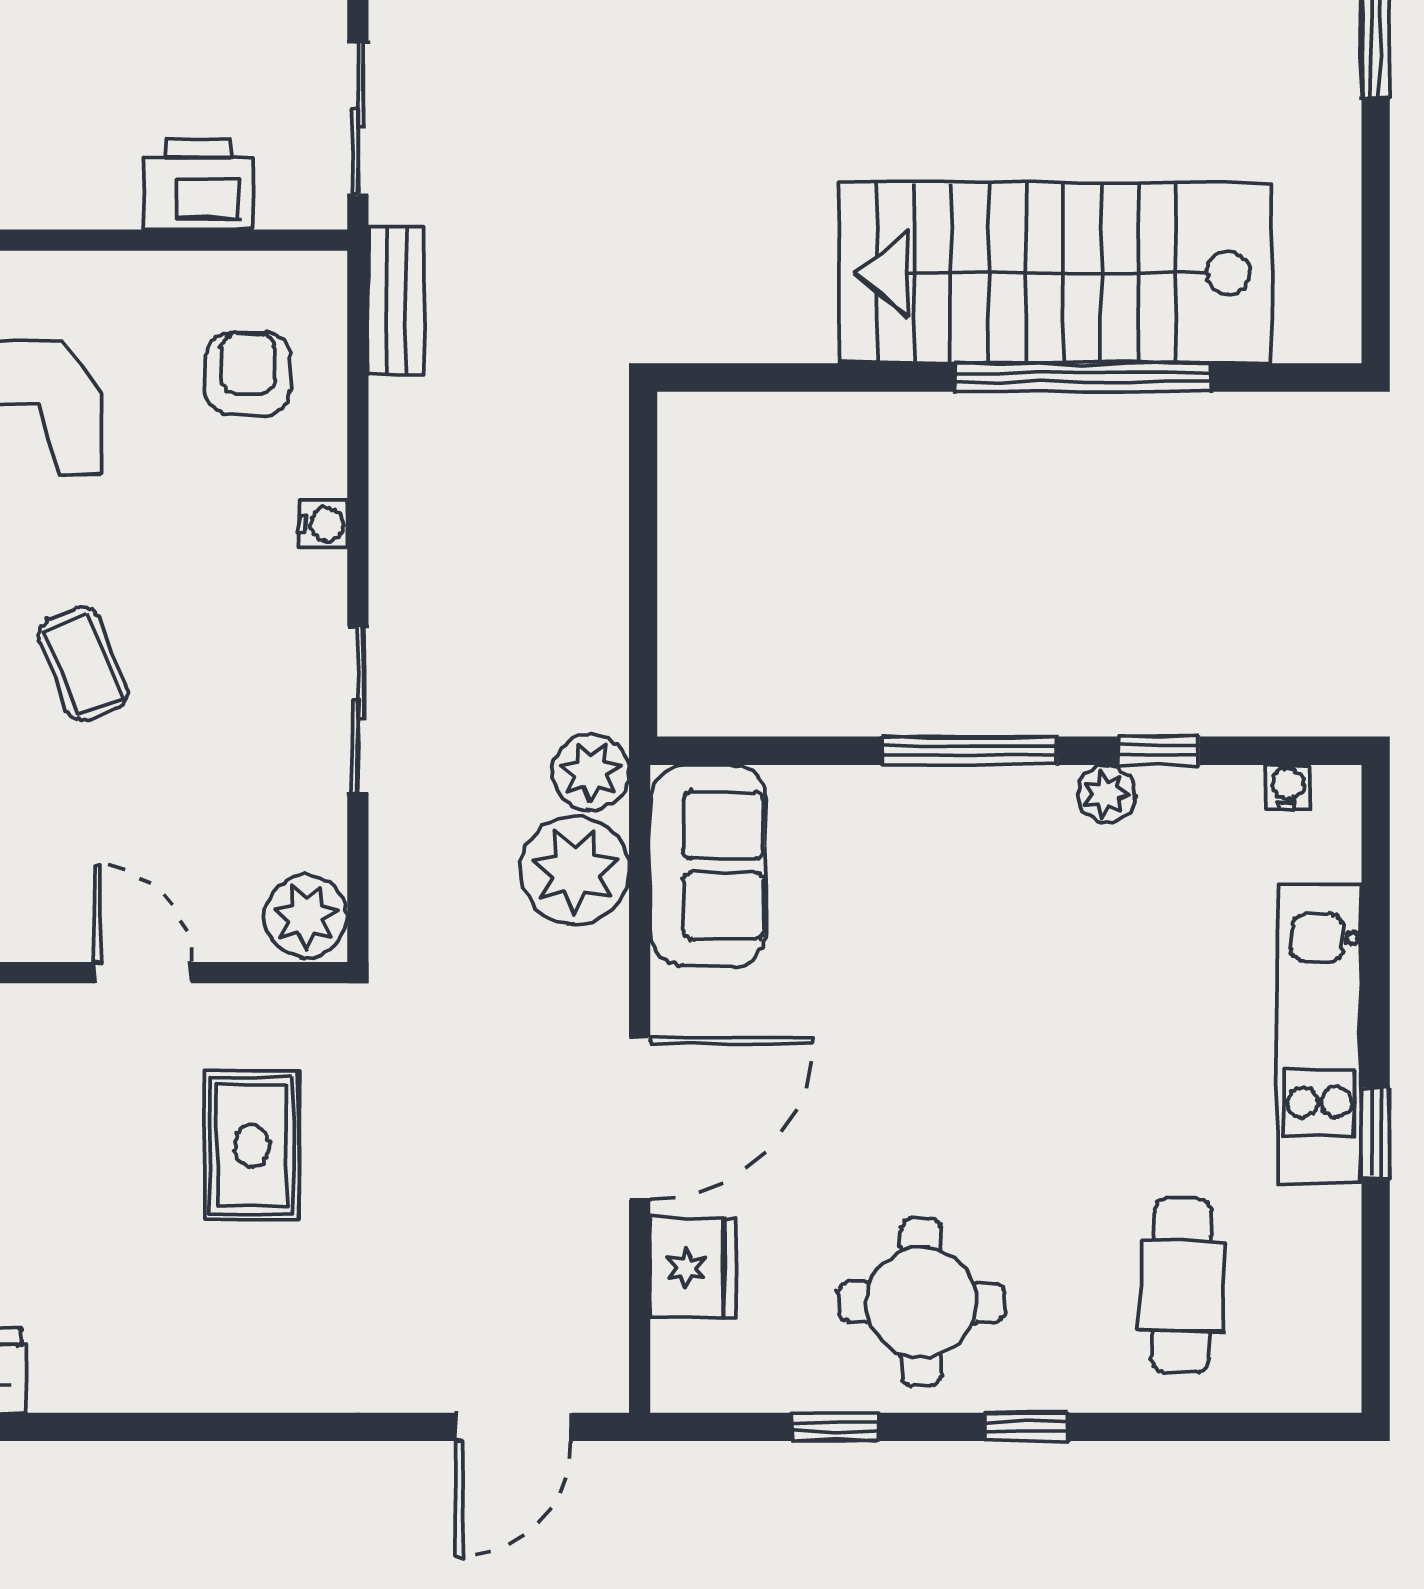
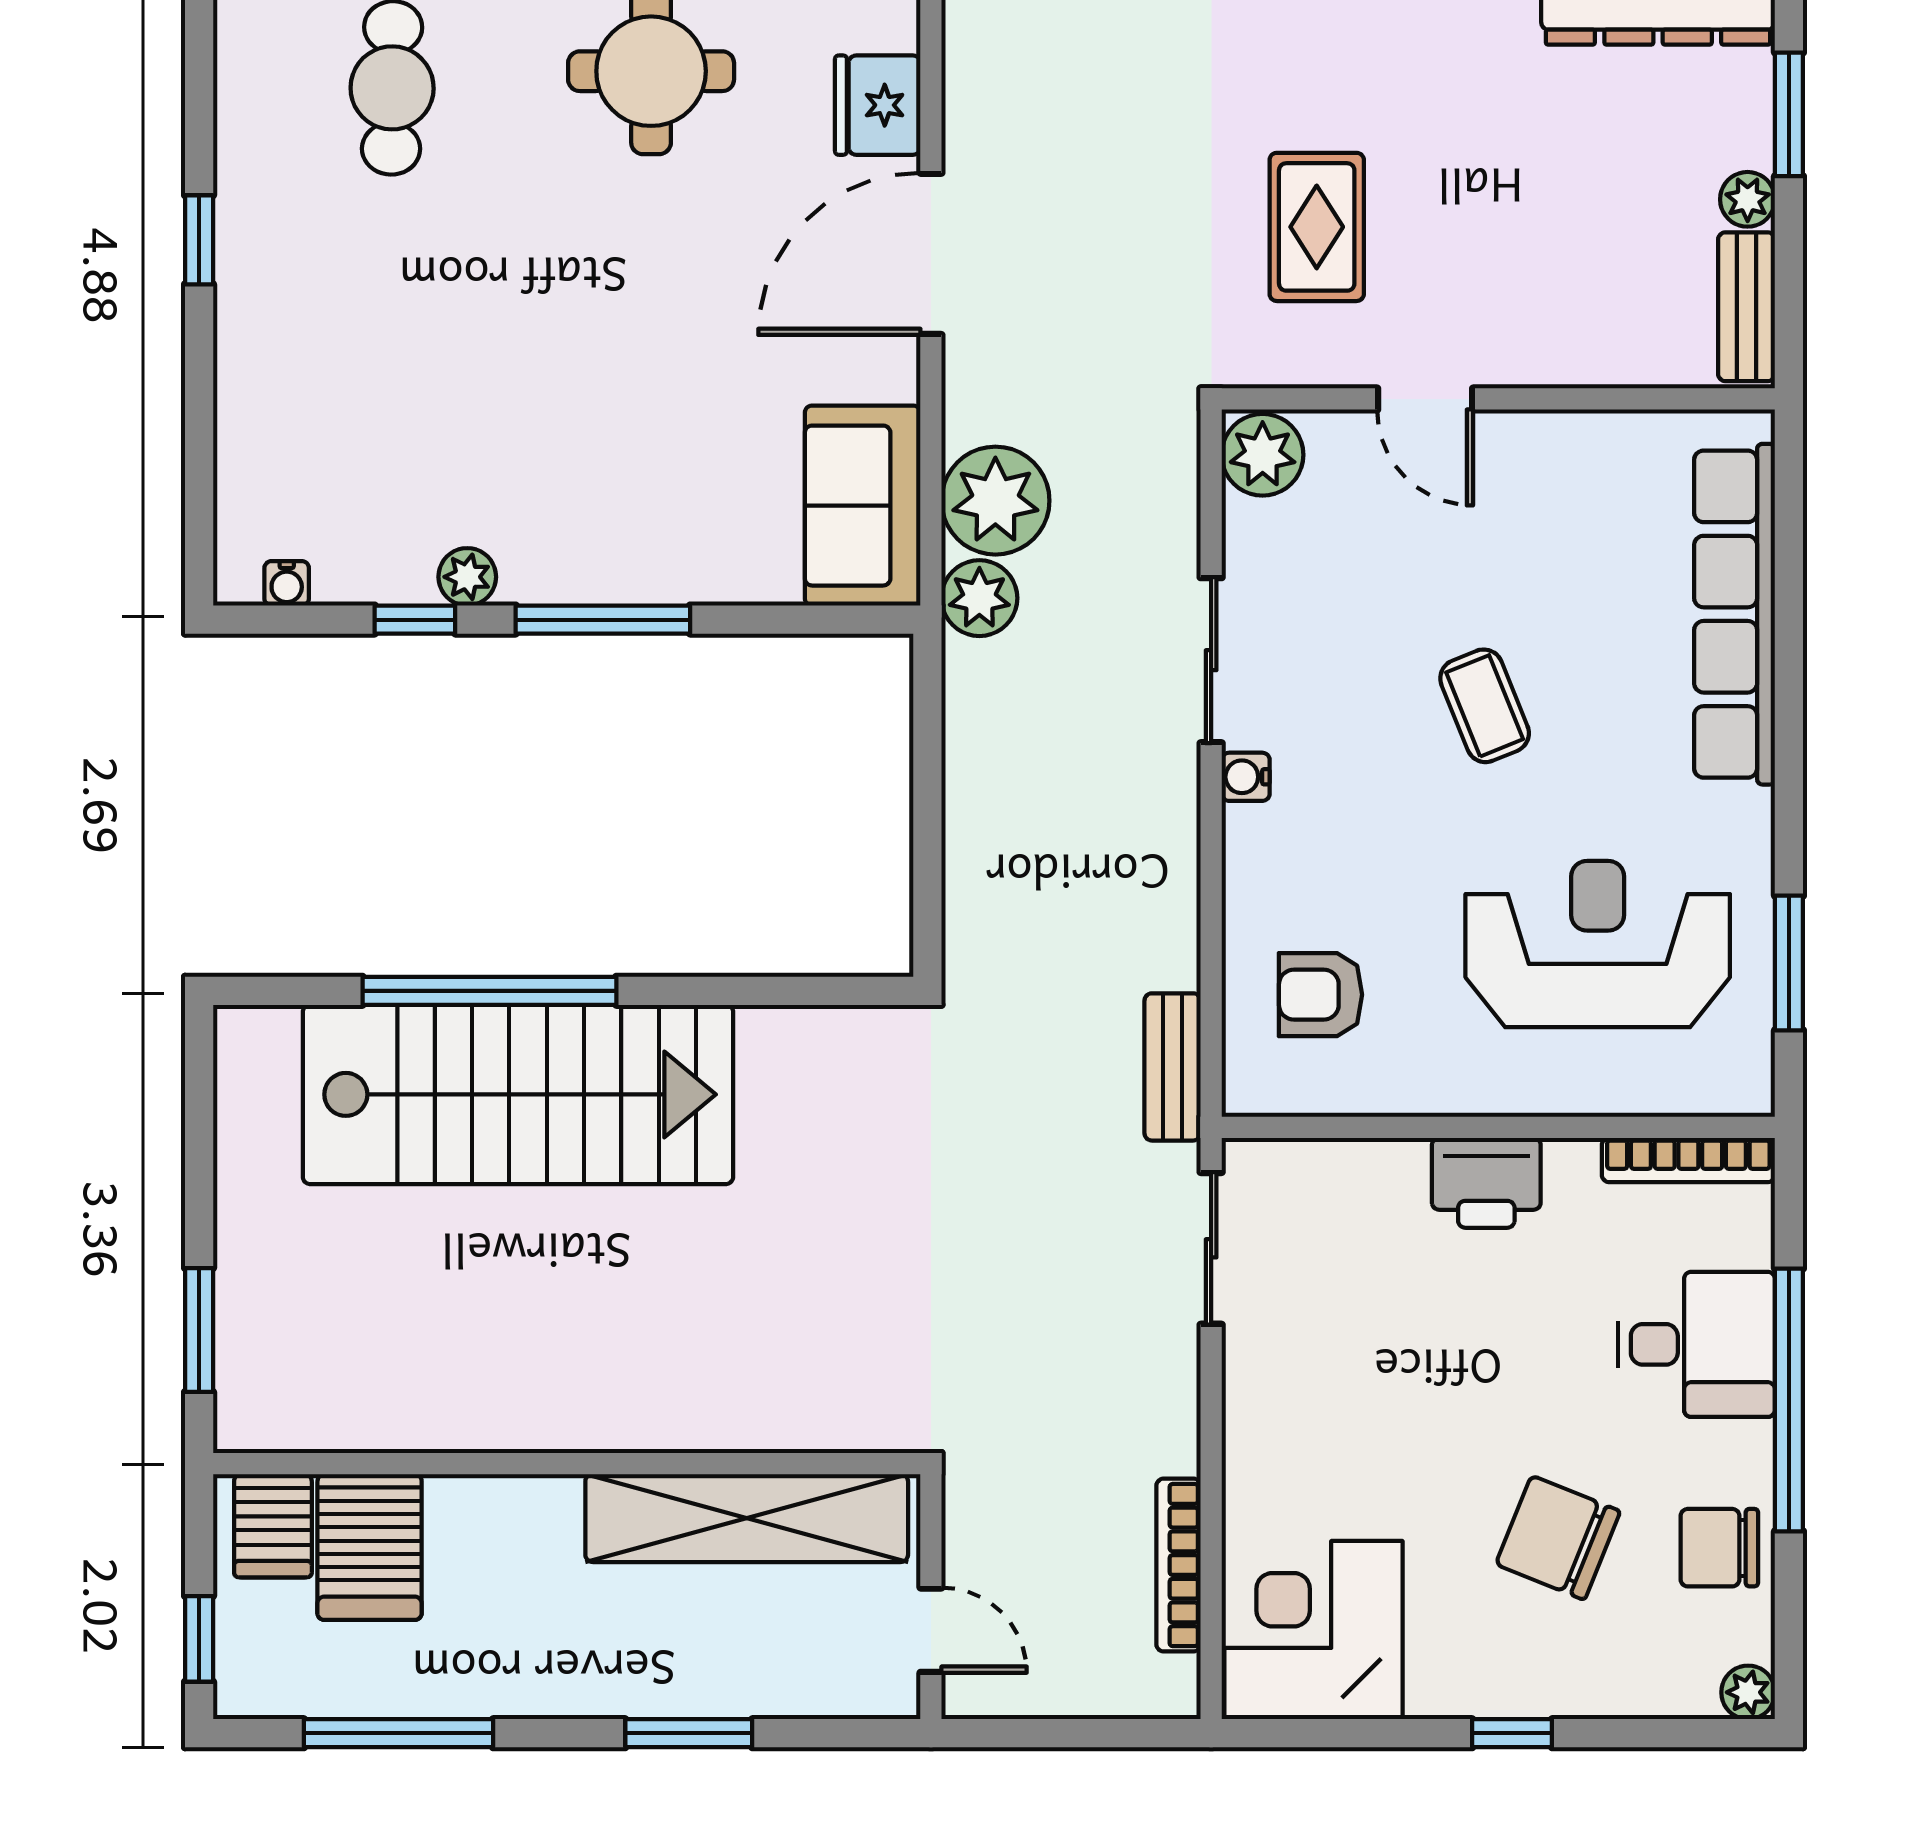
printer: (198, 184) -> (1486, 1183), moved
armchair: (248, 374) -> (1320, 995), turned 90
water cooler: (323, 524) -> (1246, 777), moved
kitchen unit: (1319, 1034) -> (255, 338), removed

